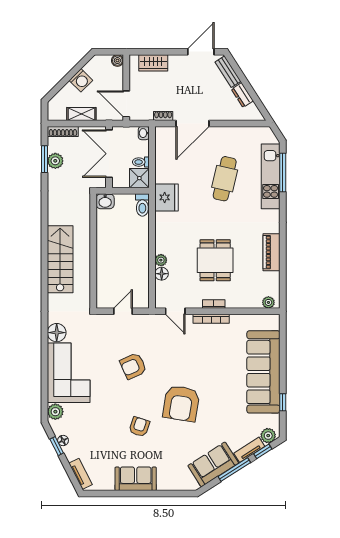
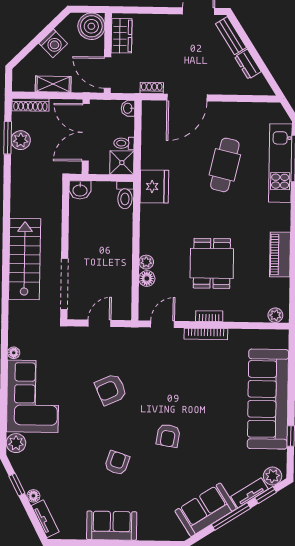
boiler: (117, 61) -> (91, 26), width x1.86, depth x1.86
wardrobe: (153, 63) -> (122, 36), moved, turned -90
doorway: (93, 279) -> (64, 284), added
door: (175, 311) -> (163, 324), swing flipped
floor lamp: (57, 333) -> (14, 353), width x0.53, depth x0.53
armchair: (181, 403) -> (168, 436), width x0.53, depth x0.53
floor lamp: (63, 440) -> (33, 496), moved

